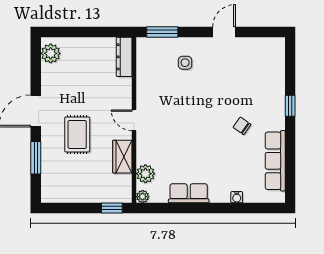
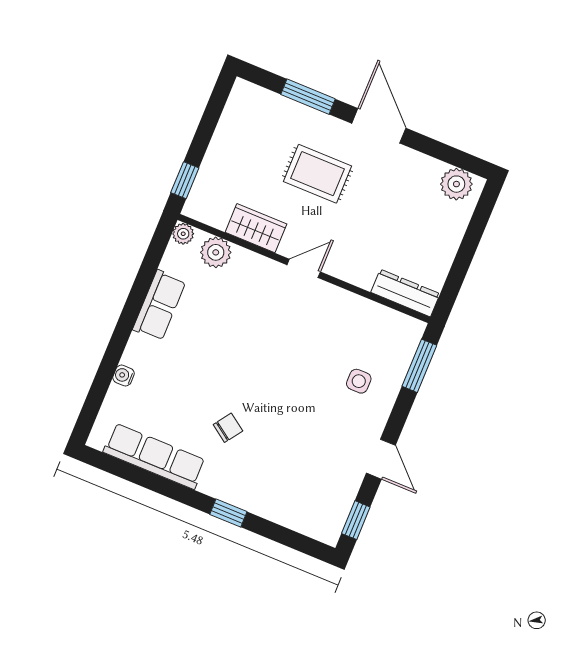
window: (264, 32) -> (356, 520), added

